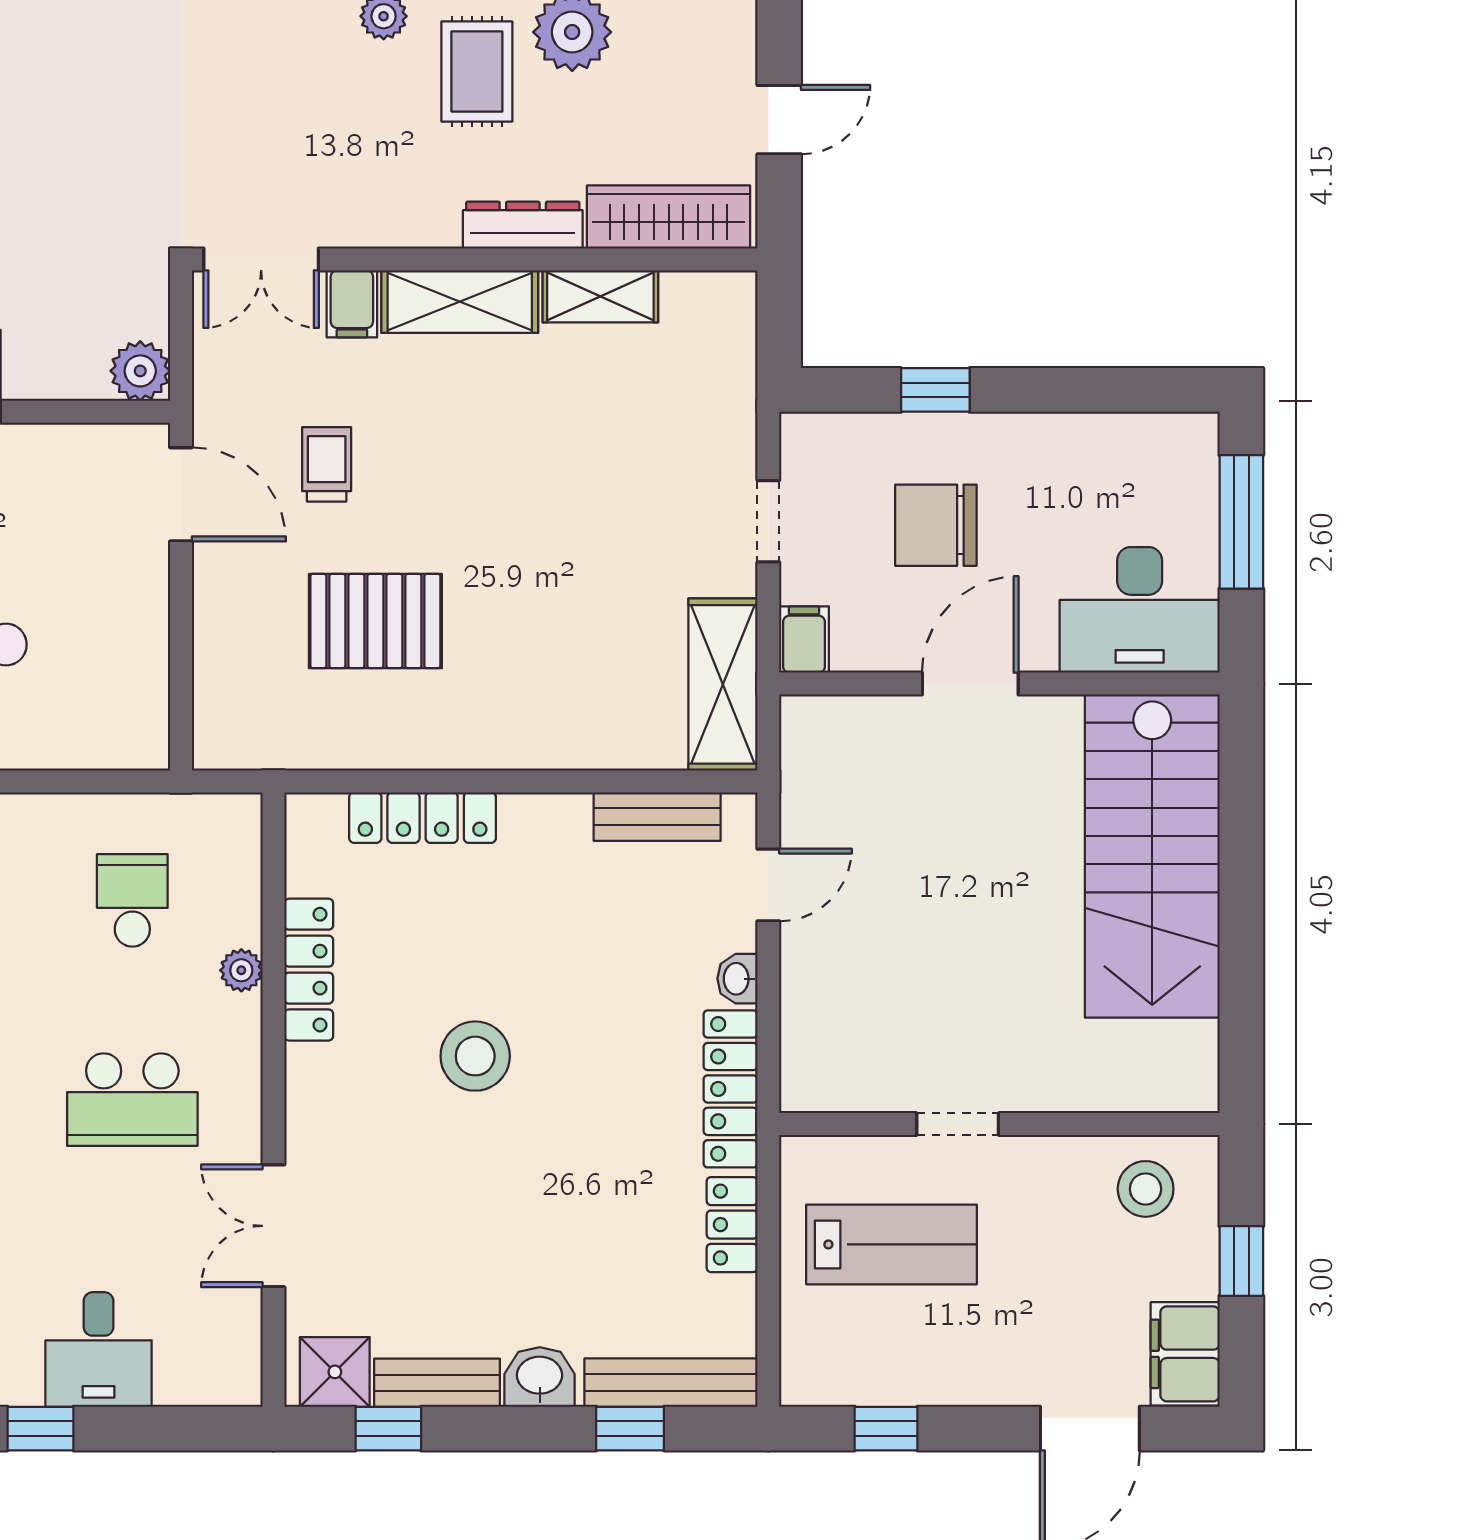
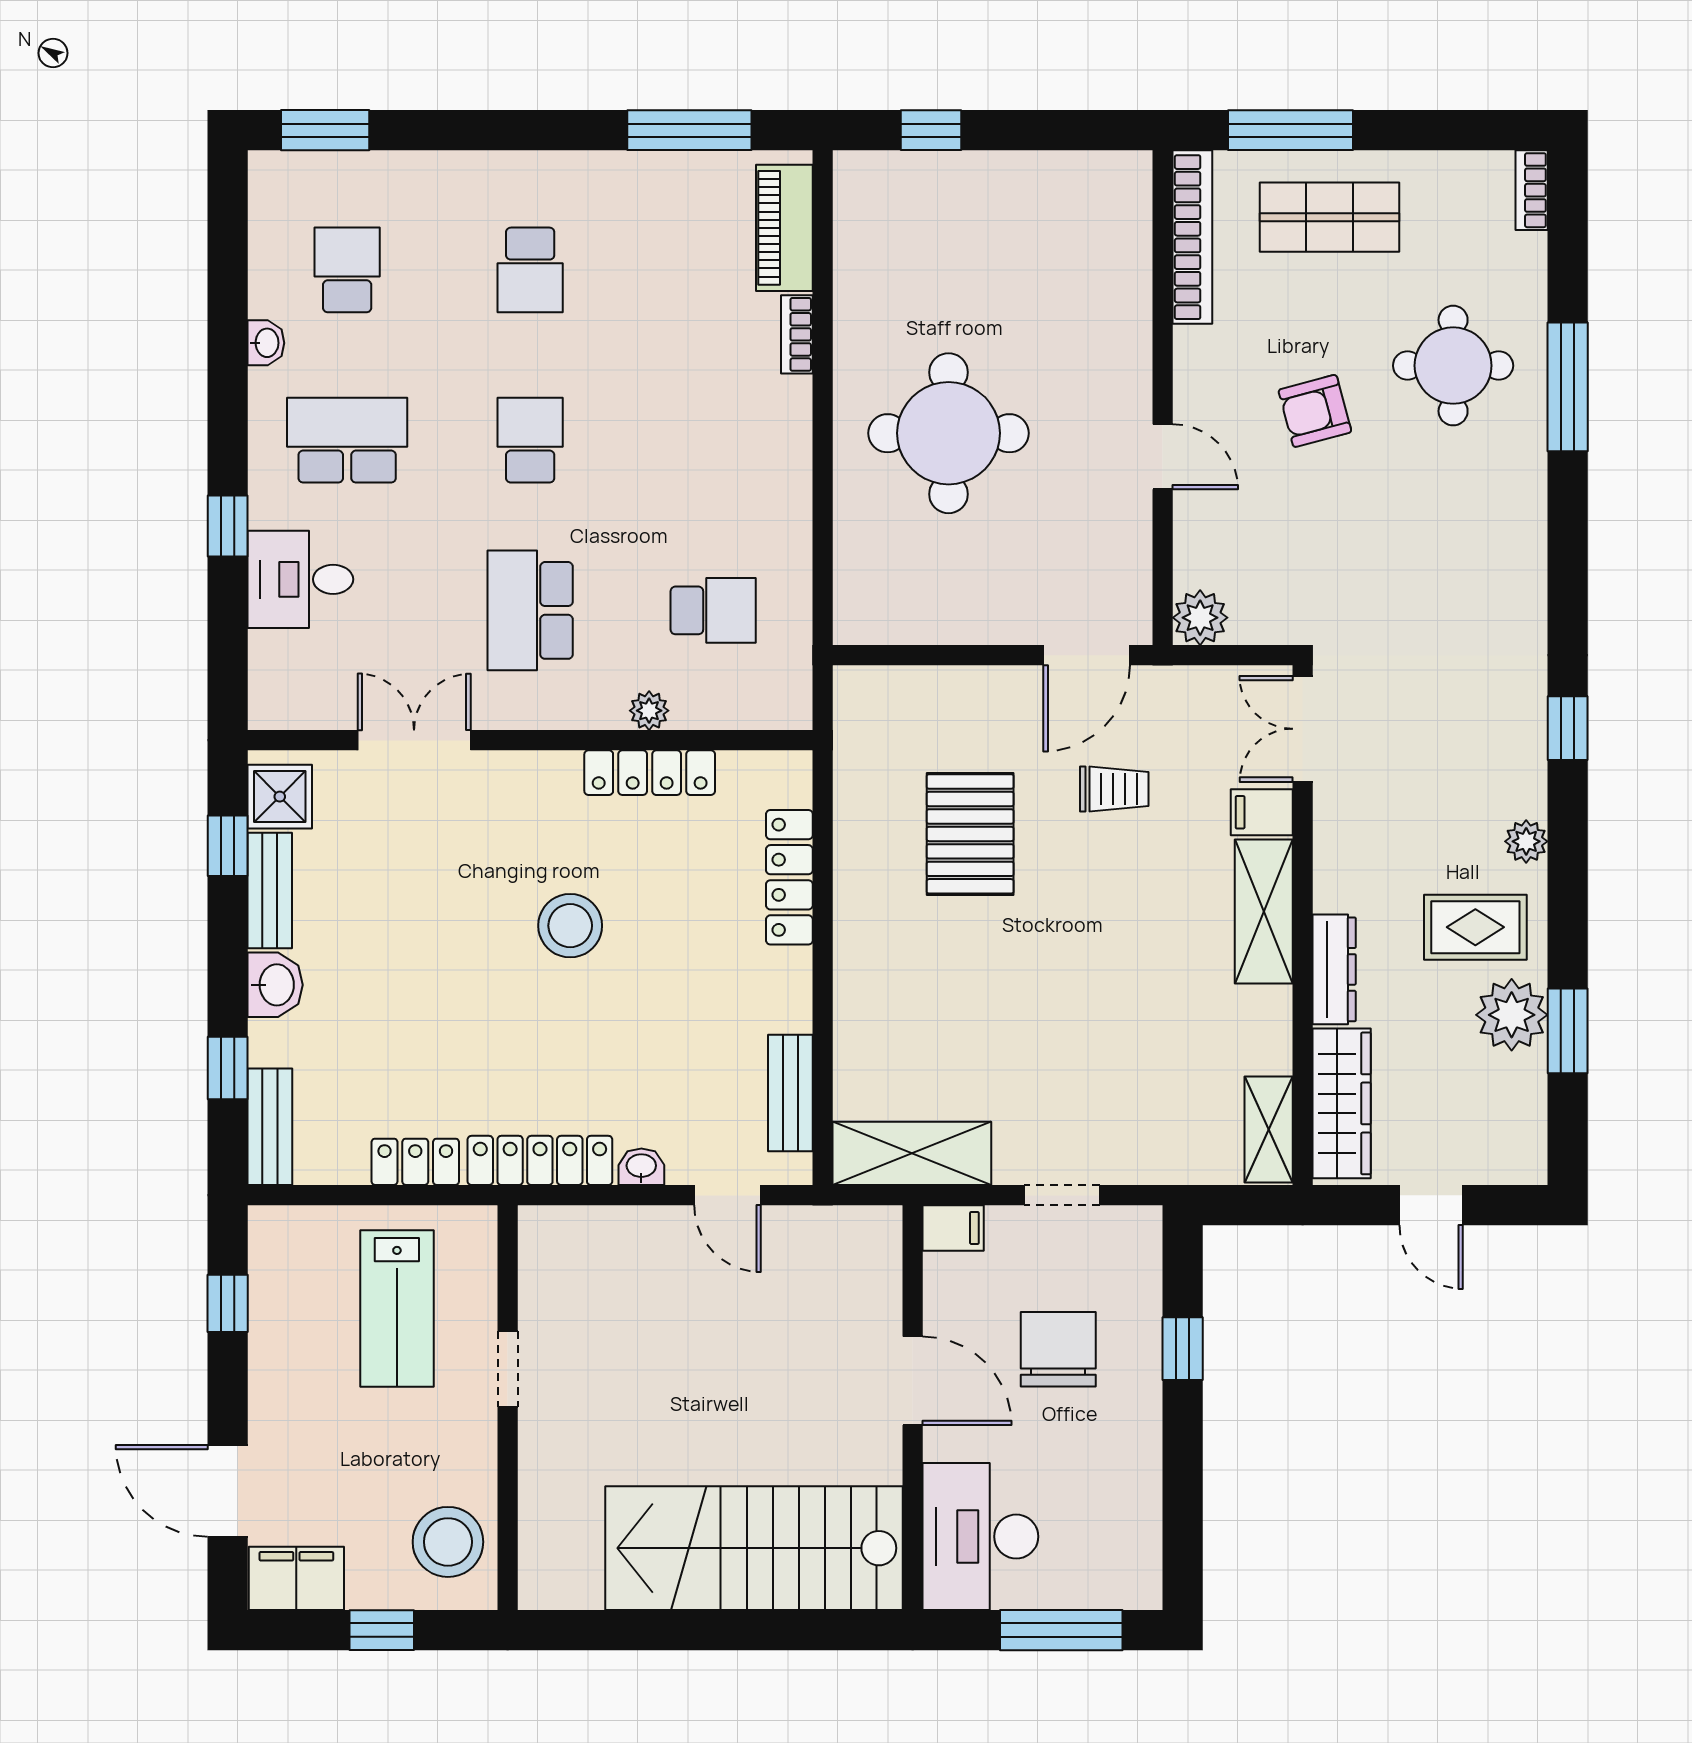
shelving: (600, 296) -> (1269, 1130), moved
stool: (1146, 1189) -> (448, 1542), width x1.38, depth x1.38
bench: (671, 1383) -> (270, 1127), width x0.73

